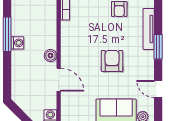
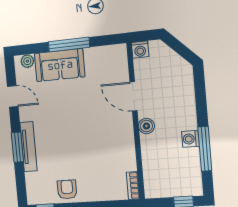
tv unit: (149, 29) -> (28, 147), moved
armchair: (112, 61) -> (70, 126), removed

